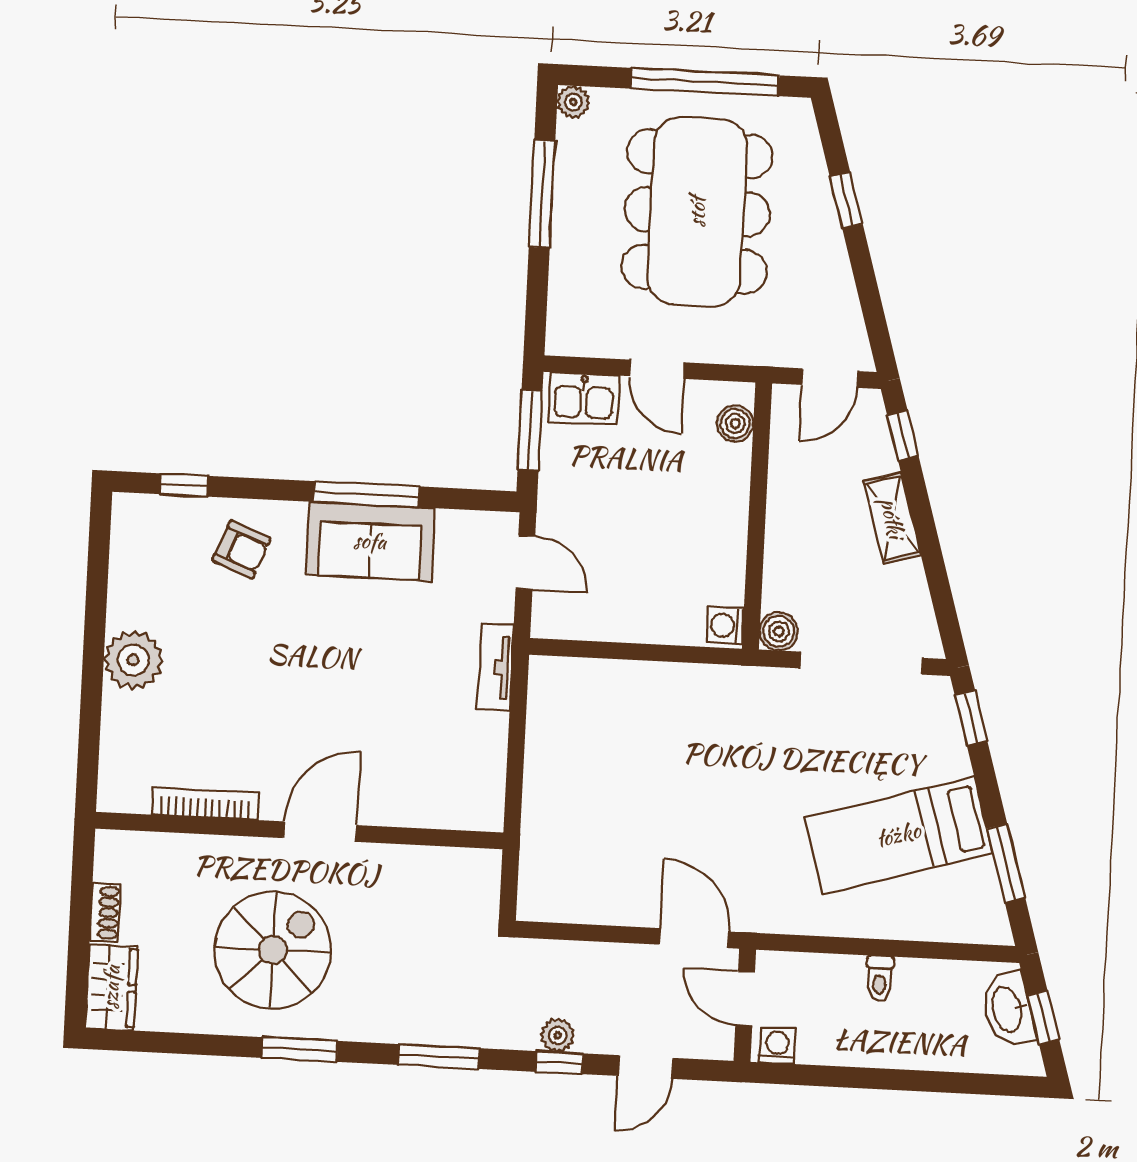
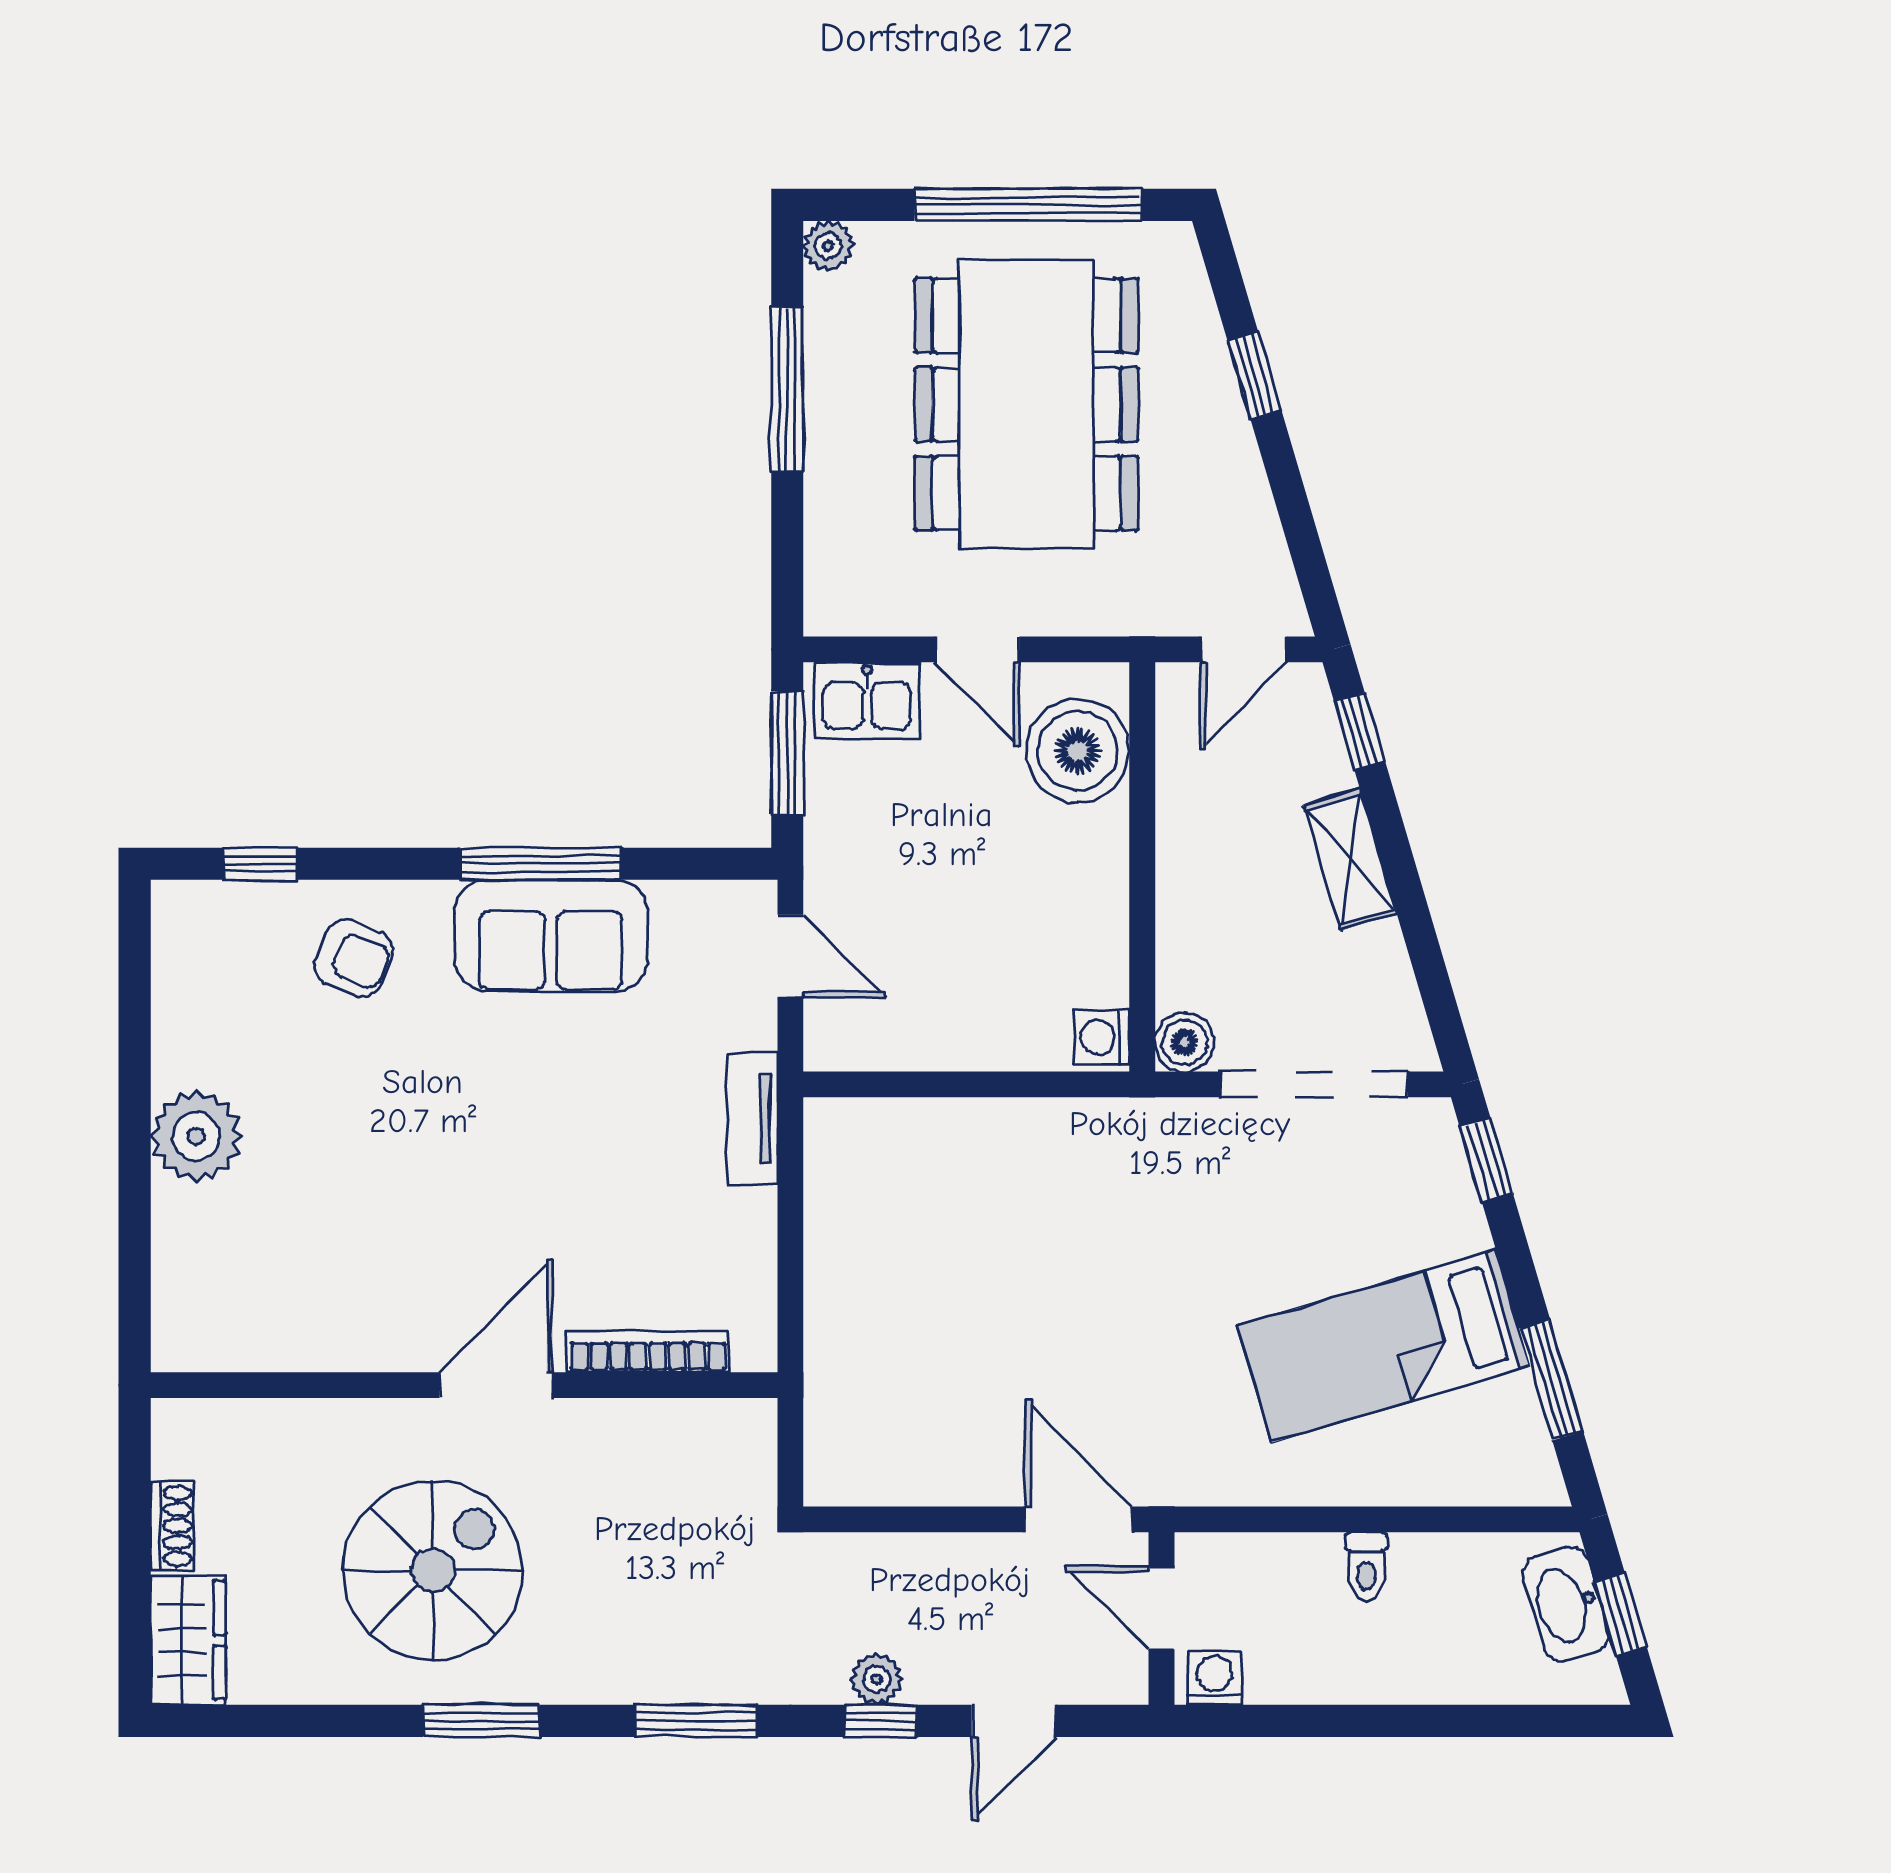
boiler: (735, 423) -> (1078, 751), width x1.86, depth x1.86
bookcase: (205, 804) -> (648, 1351), moved

